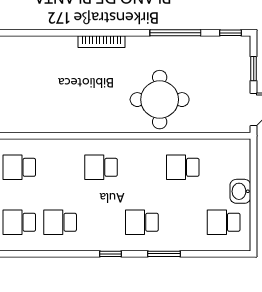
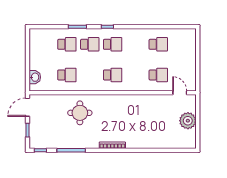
round table: (160, 100) -> (80, 113), width x0.73, depth x0.73
washbasin: (240, 191) -> (35, 77), moved
school desk: (60, 222) -> (113, 44), moved
school desk: (224, 222) -> (67, 44), moved

